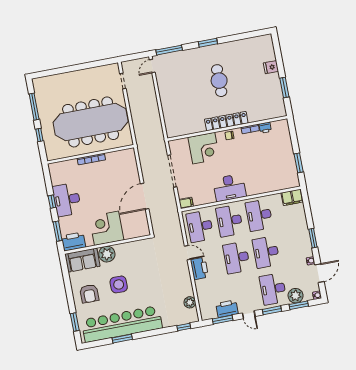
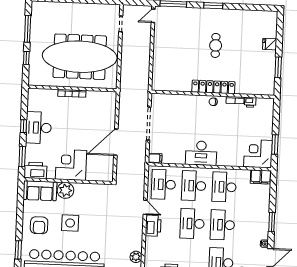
cafe table: (219, 81) -> (216, 45), width x0.73, depth x0.74
corner desk: (204, 148) -> (258, 154), moved, turned 180

